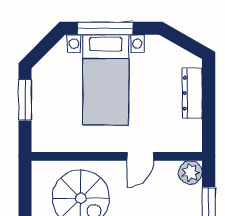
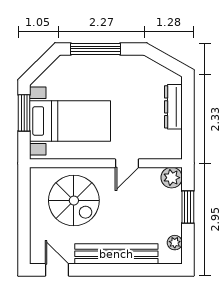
bed with nightstands: (106, 80) -> (70, 121), moved, turned -90

